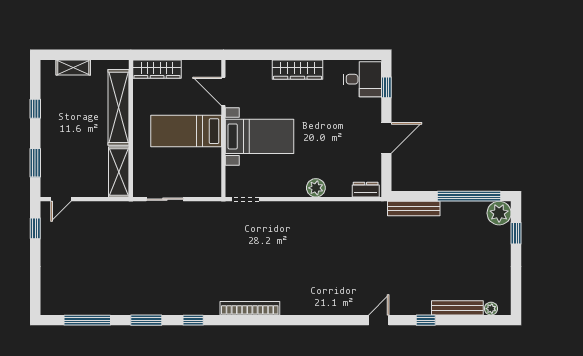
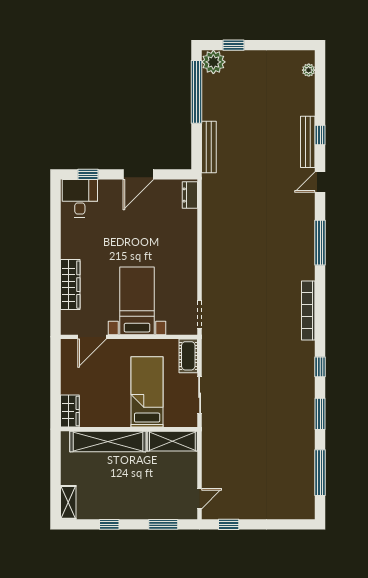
shelving: (73, 67) -> (68, 502), moved
wardrobe: (157, 69) -> (70, 411), width x0.67
wardrobe: (297, 70) -> (70, 285), moved
bed: (186, 131) -> (147, 392), moved, turned 180
door: (386, 138) -> (138, 174), swing flipped
cot: (204, 188) -> (188, 356), added
plant: (316, 188) -> (188, 245), removed
door: (61, 199) -> (200, 499), hinge flipped
bench: (457, 308) -> (308, 142), moved
window: (318, 320) -> (320, 243), added
door: (379, 320) -> (320, 182), hinge flipped

